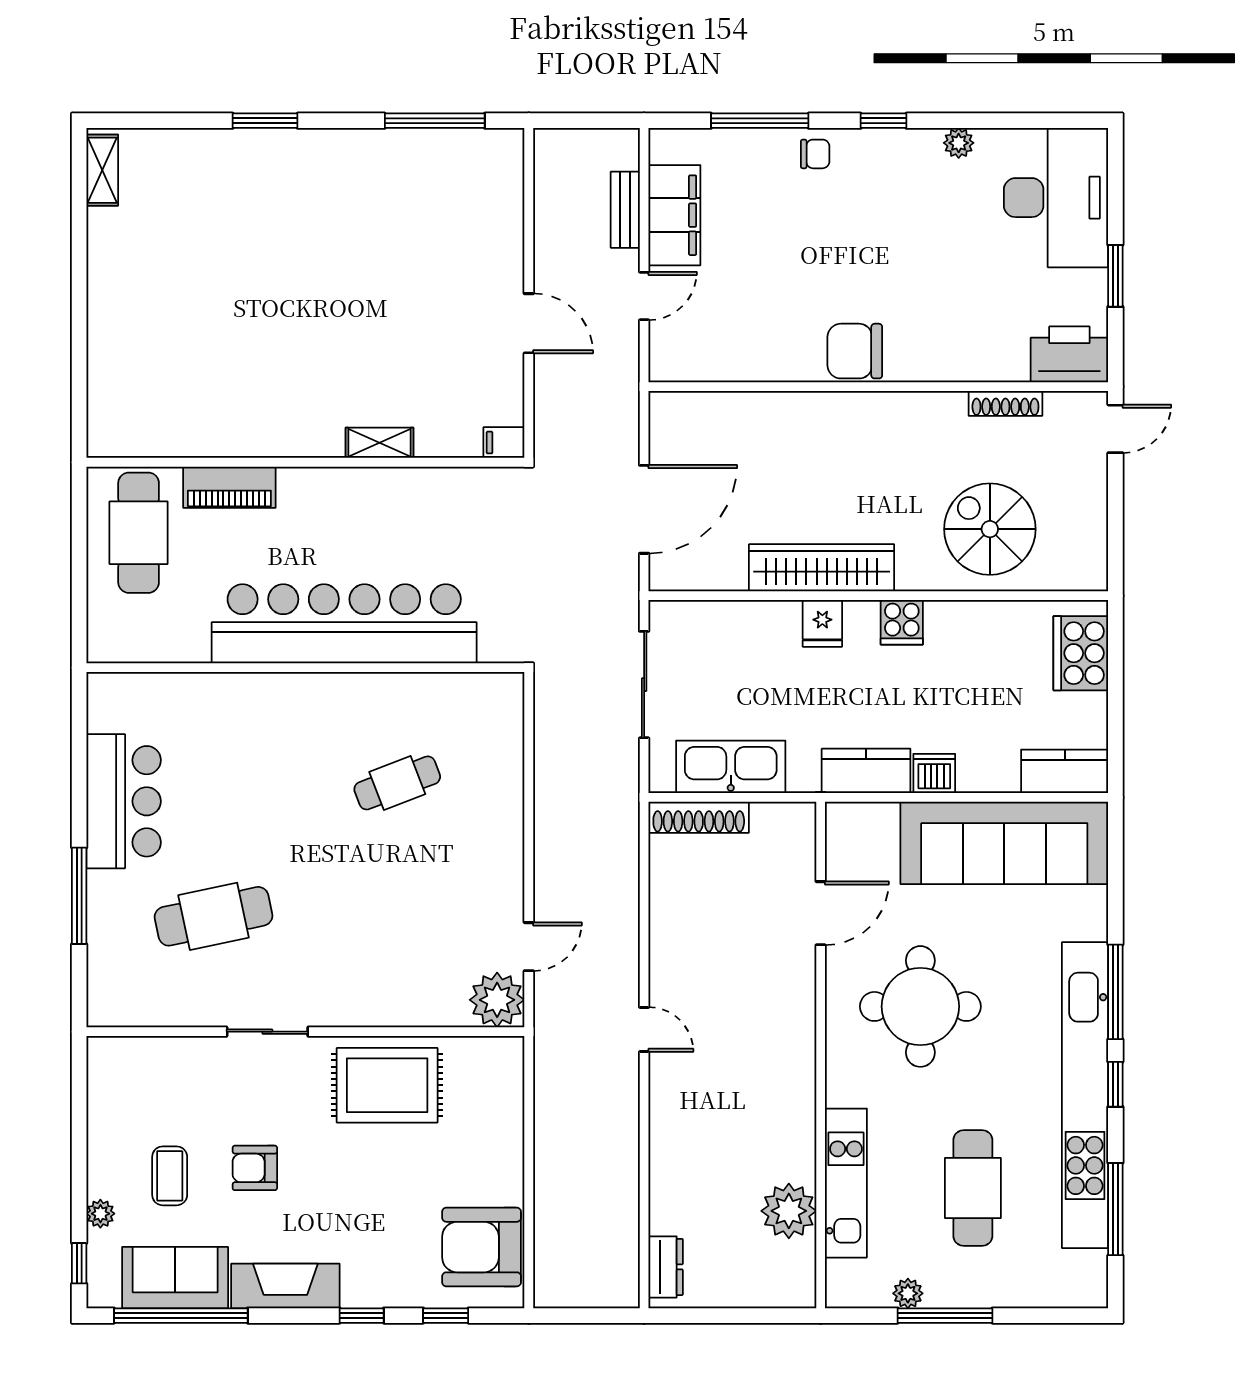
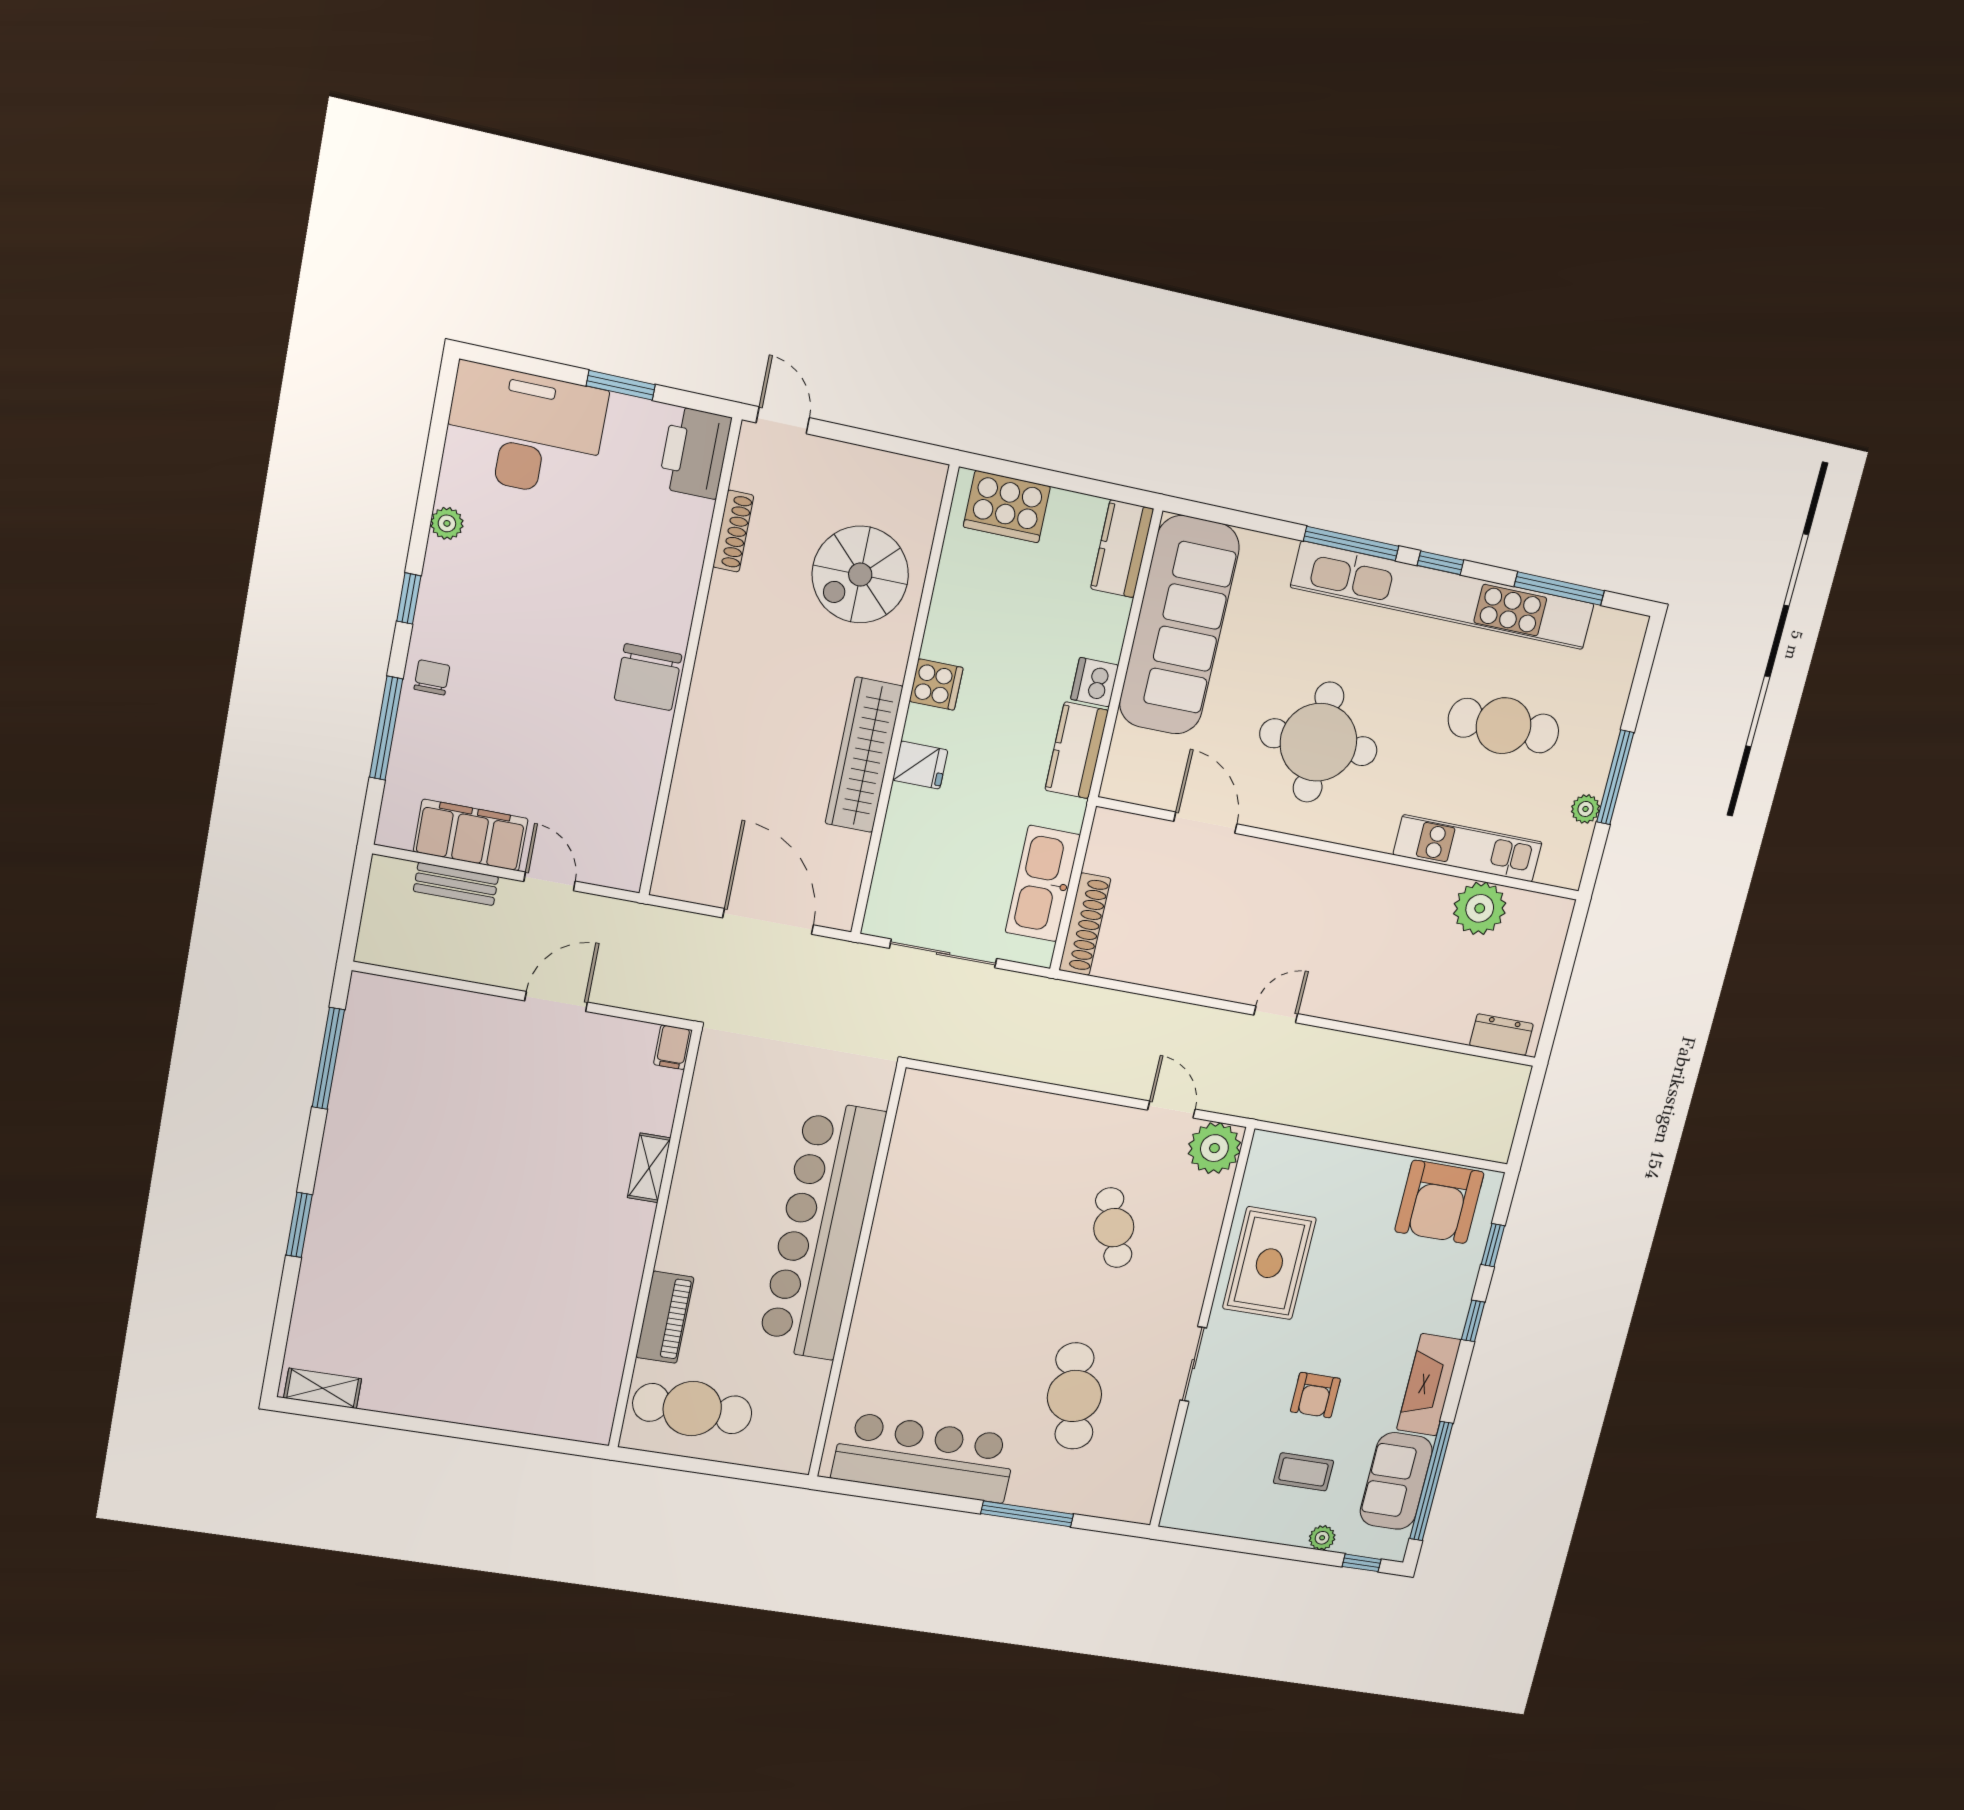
cafe table: (397, 783) -> (1114, 1228), moved
bar counter: (124, 801) -> (924, 1457), width x1.36

